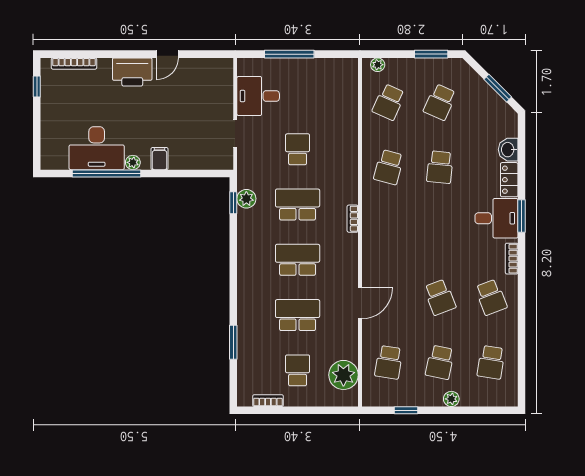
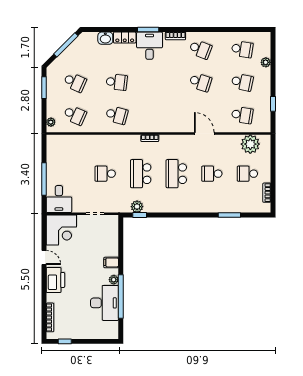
corner desk: (210, 81) -> (61, 230), added
window: (498, 88) -> (66, 45), width x1.44
desk: (258, 96) -> (59, 199), moved
school desk: (440, 297) -> (200, 82), turned 39
school desk: (491, 297) -> (200, 49), turned 42
school desk: (298, 315) -> (212, 174), width x0.54
plant: (451, 399) -> (266, 62), moved

